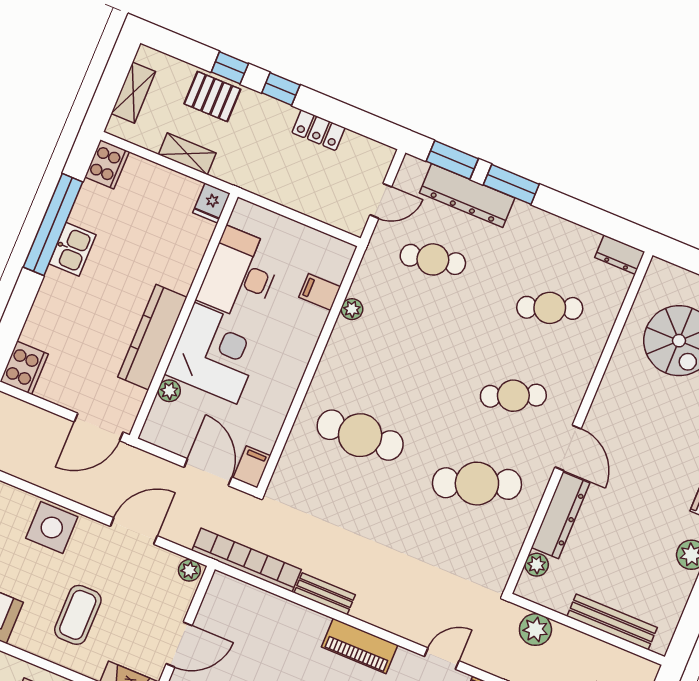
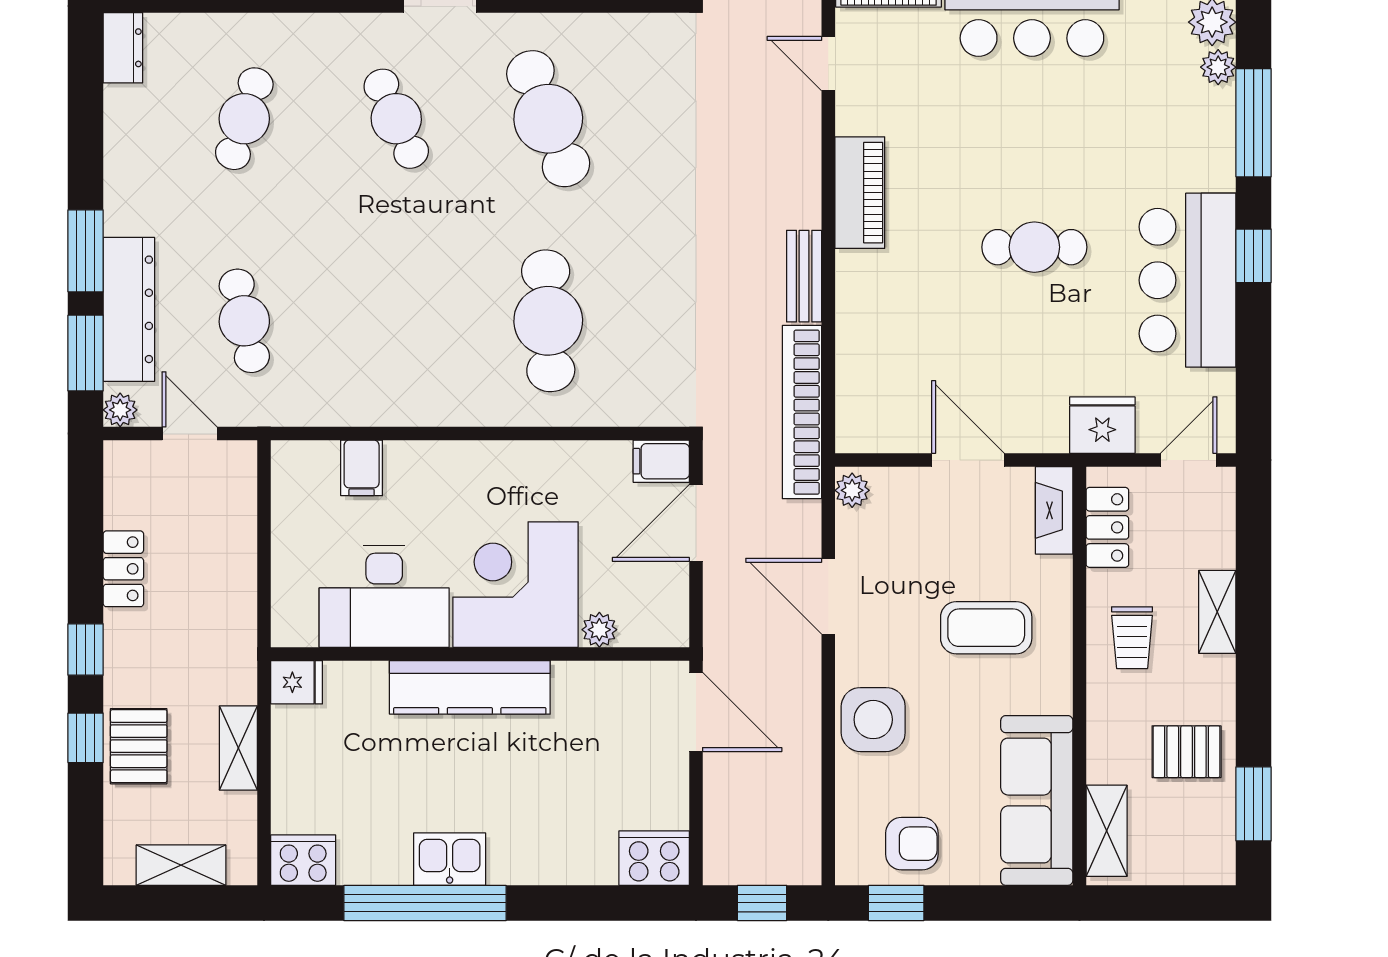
cafe table: (550, 308) -> (244, 119), turned 39
plant: (352, 309) -> (120, 410), moved
kitchen counter: (152, 337) -> (470, 687), moved

